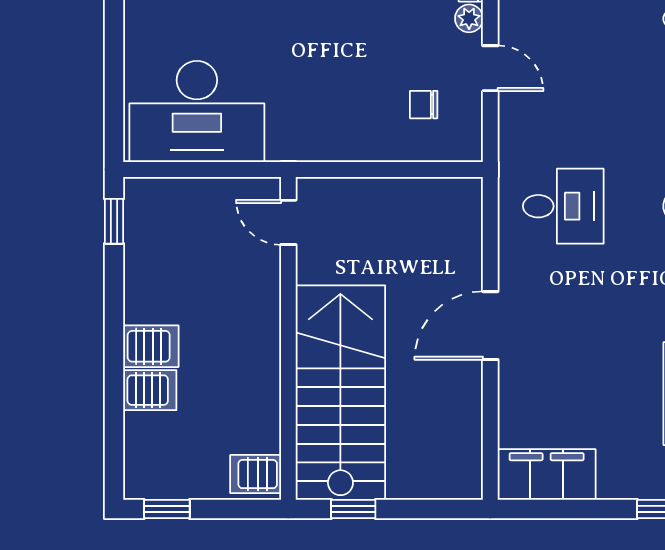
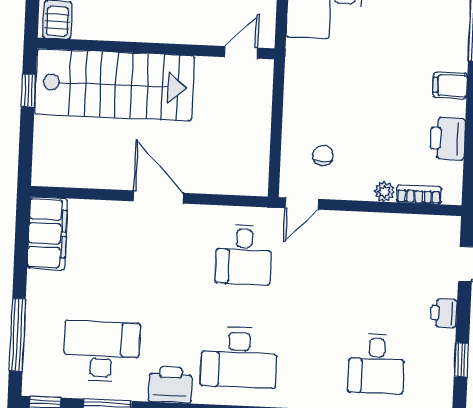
door: (490, 68) -> (302, 204), moved

